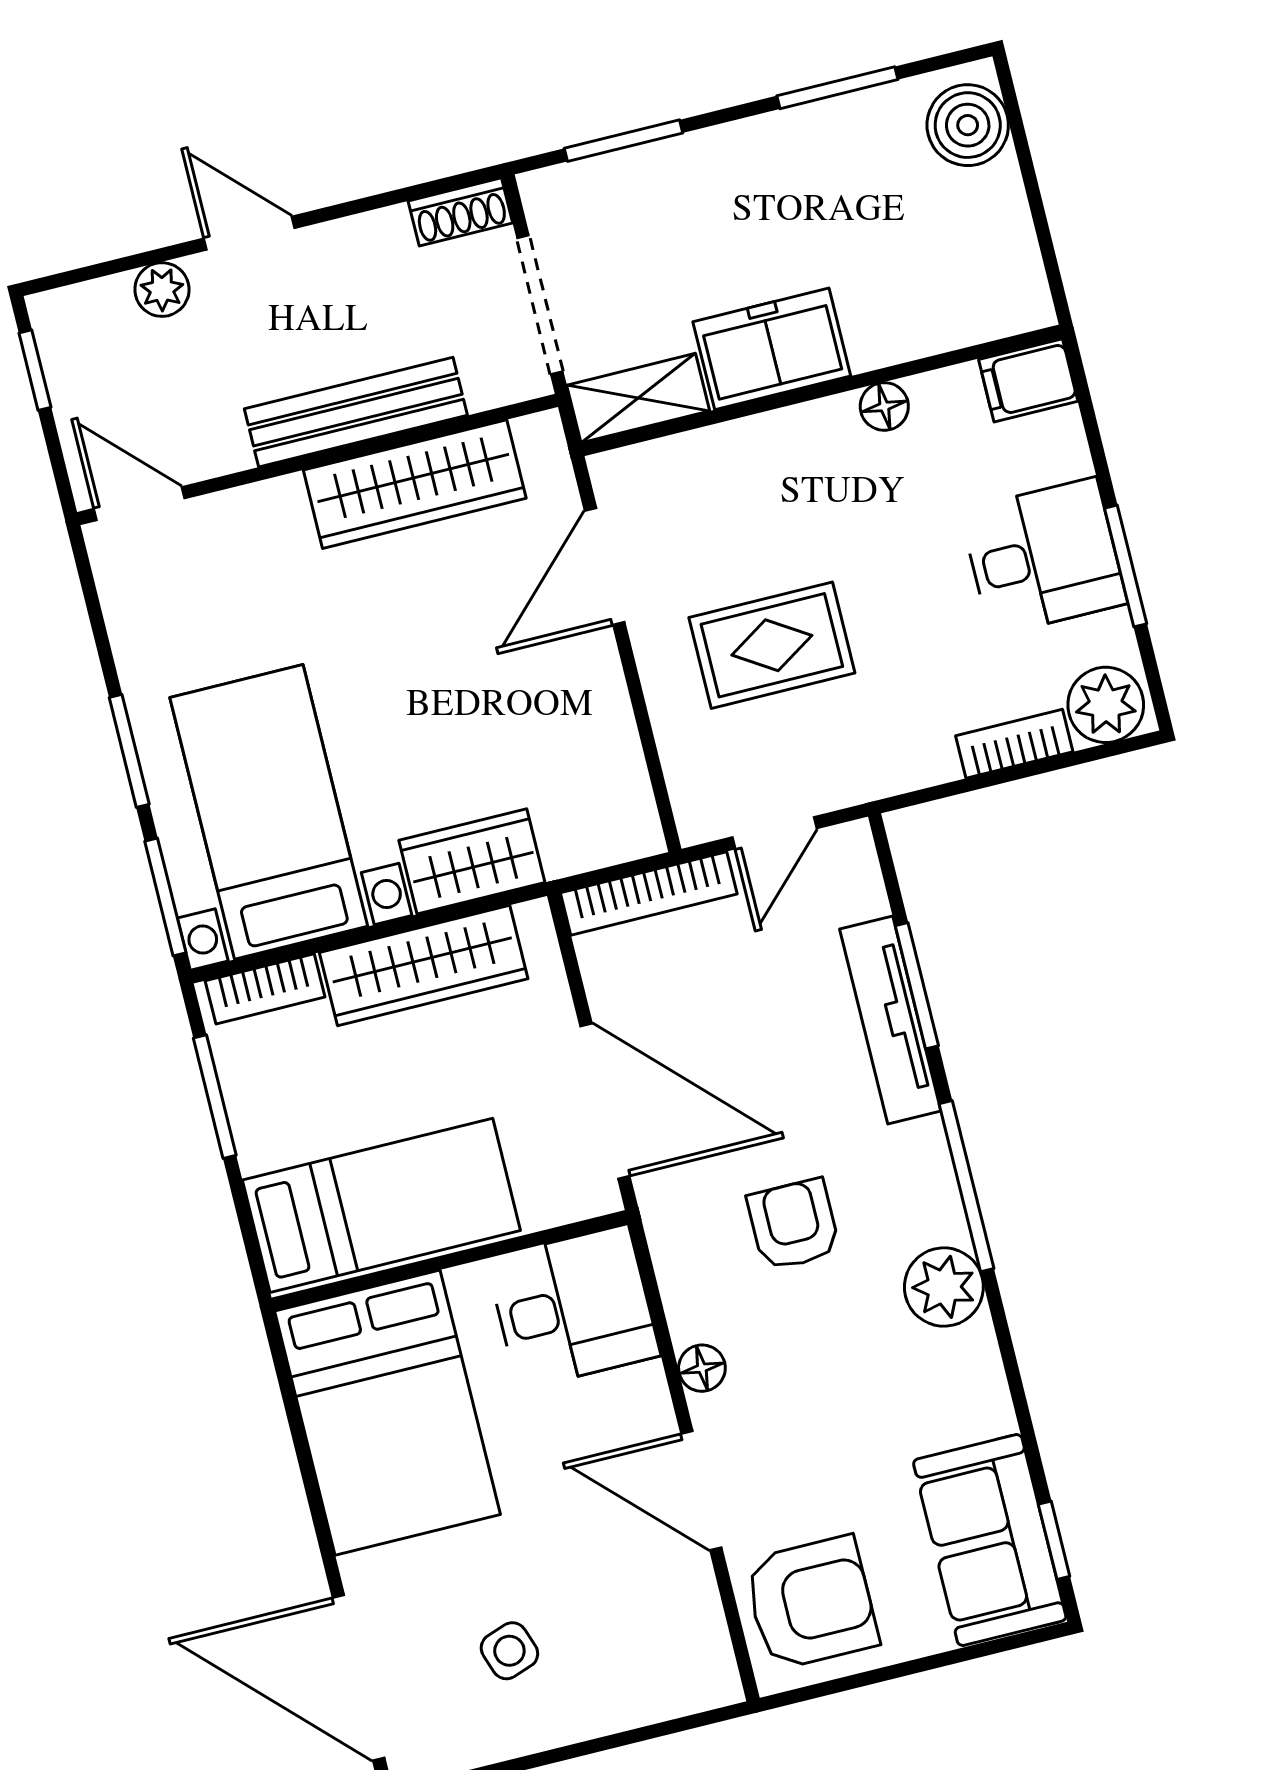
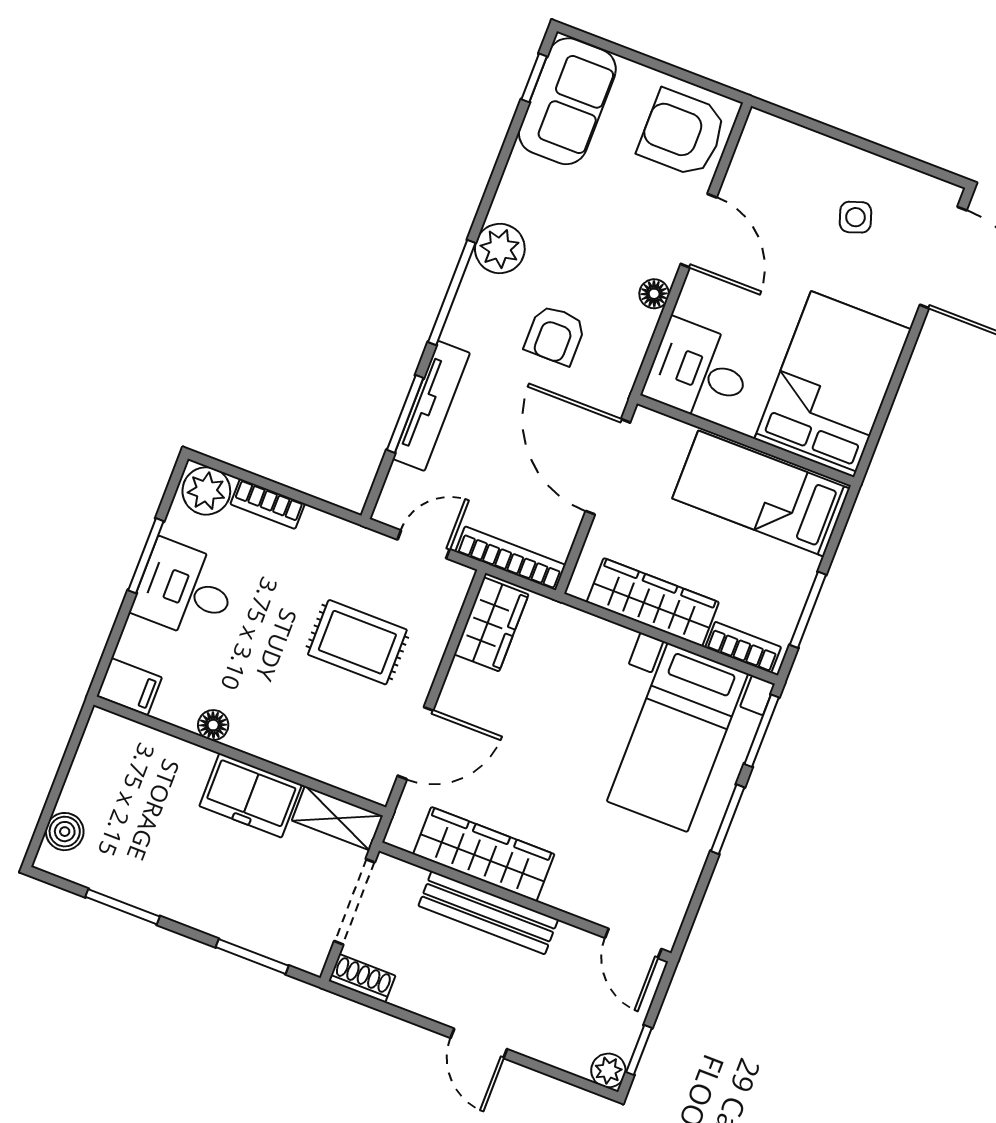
boiler: (968, 125) -> (65, 832), width x0.73, depth x0.73
plant: (162, 290) -> (608, 1070), moved
wardrobe: (472, 861) -> (491, 624), moved, turned -90

